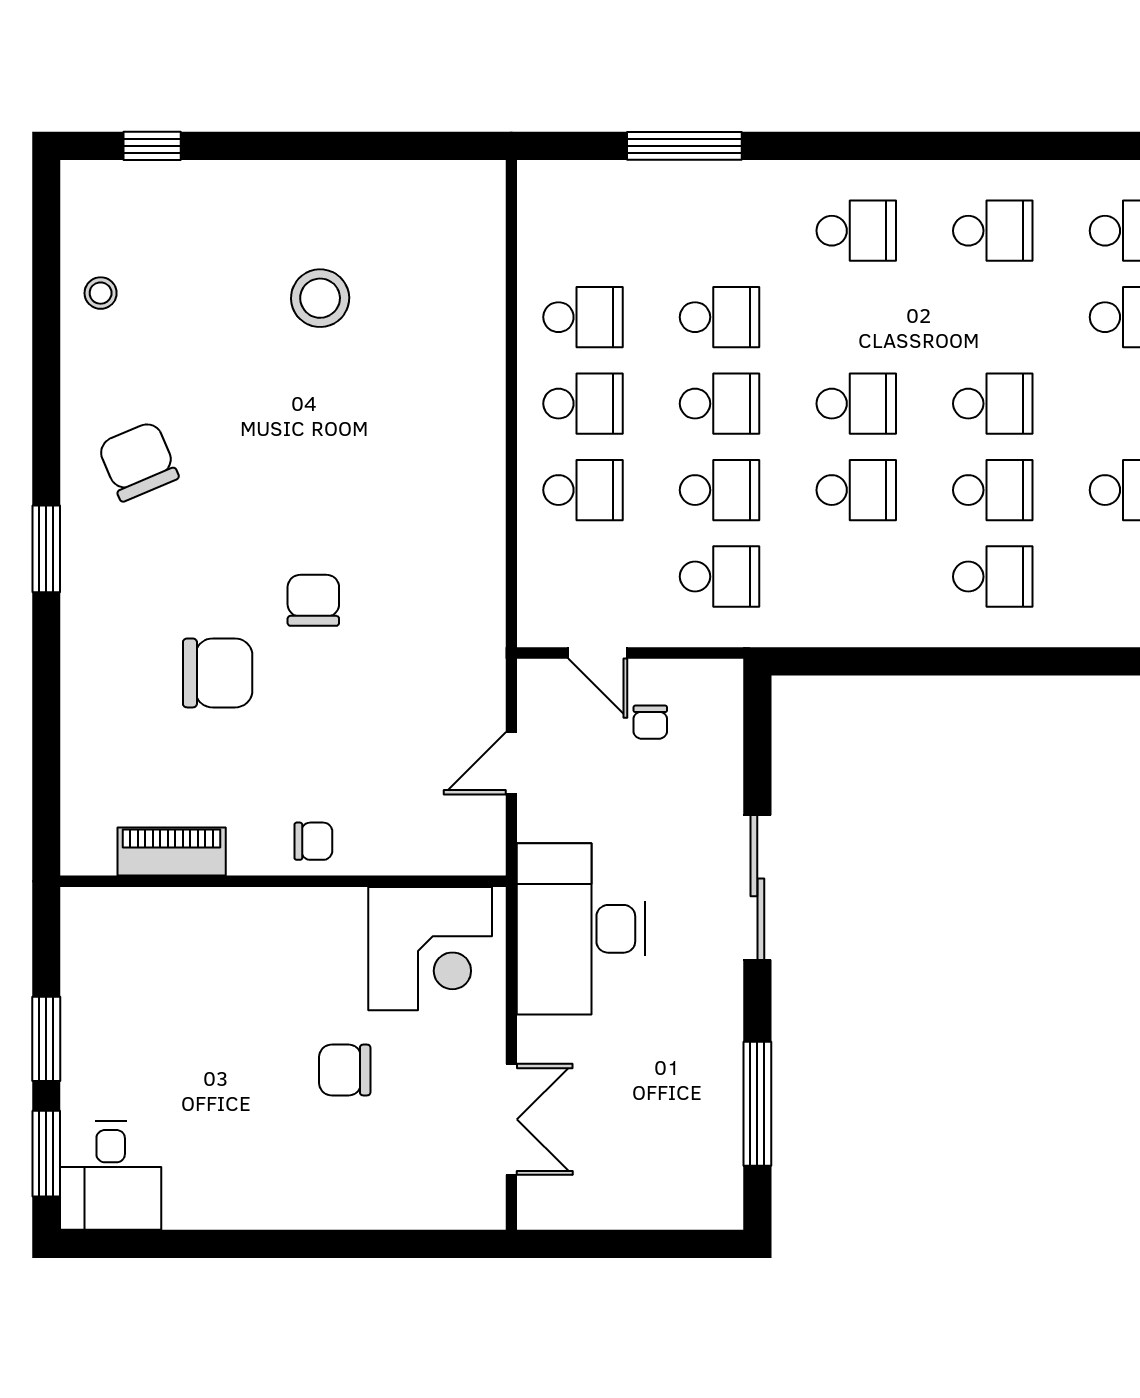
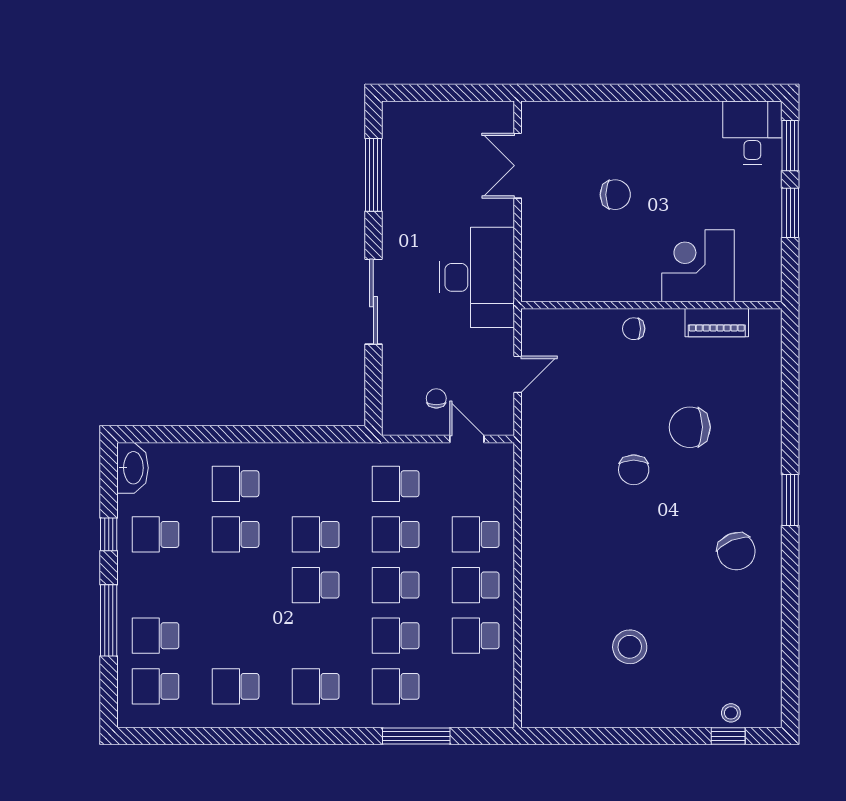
stool: (101, 293) -> (731, 713), moved
school desk: (993, 404) -> (396, 686), moved
corner desk: (430, 949) -> (698, 266), moved

